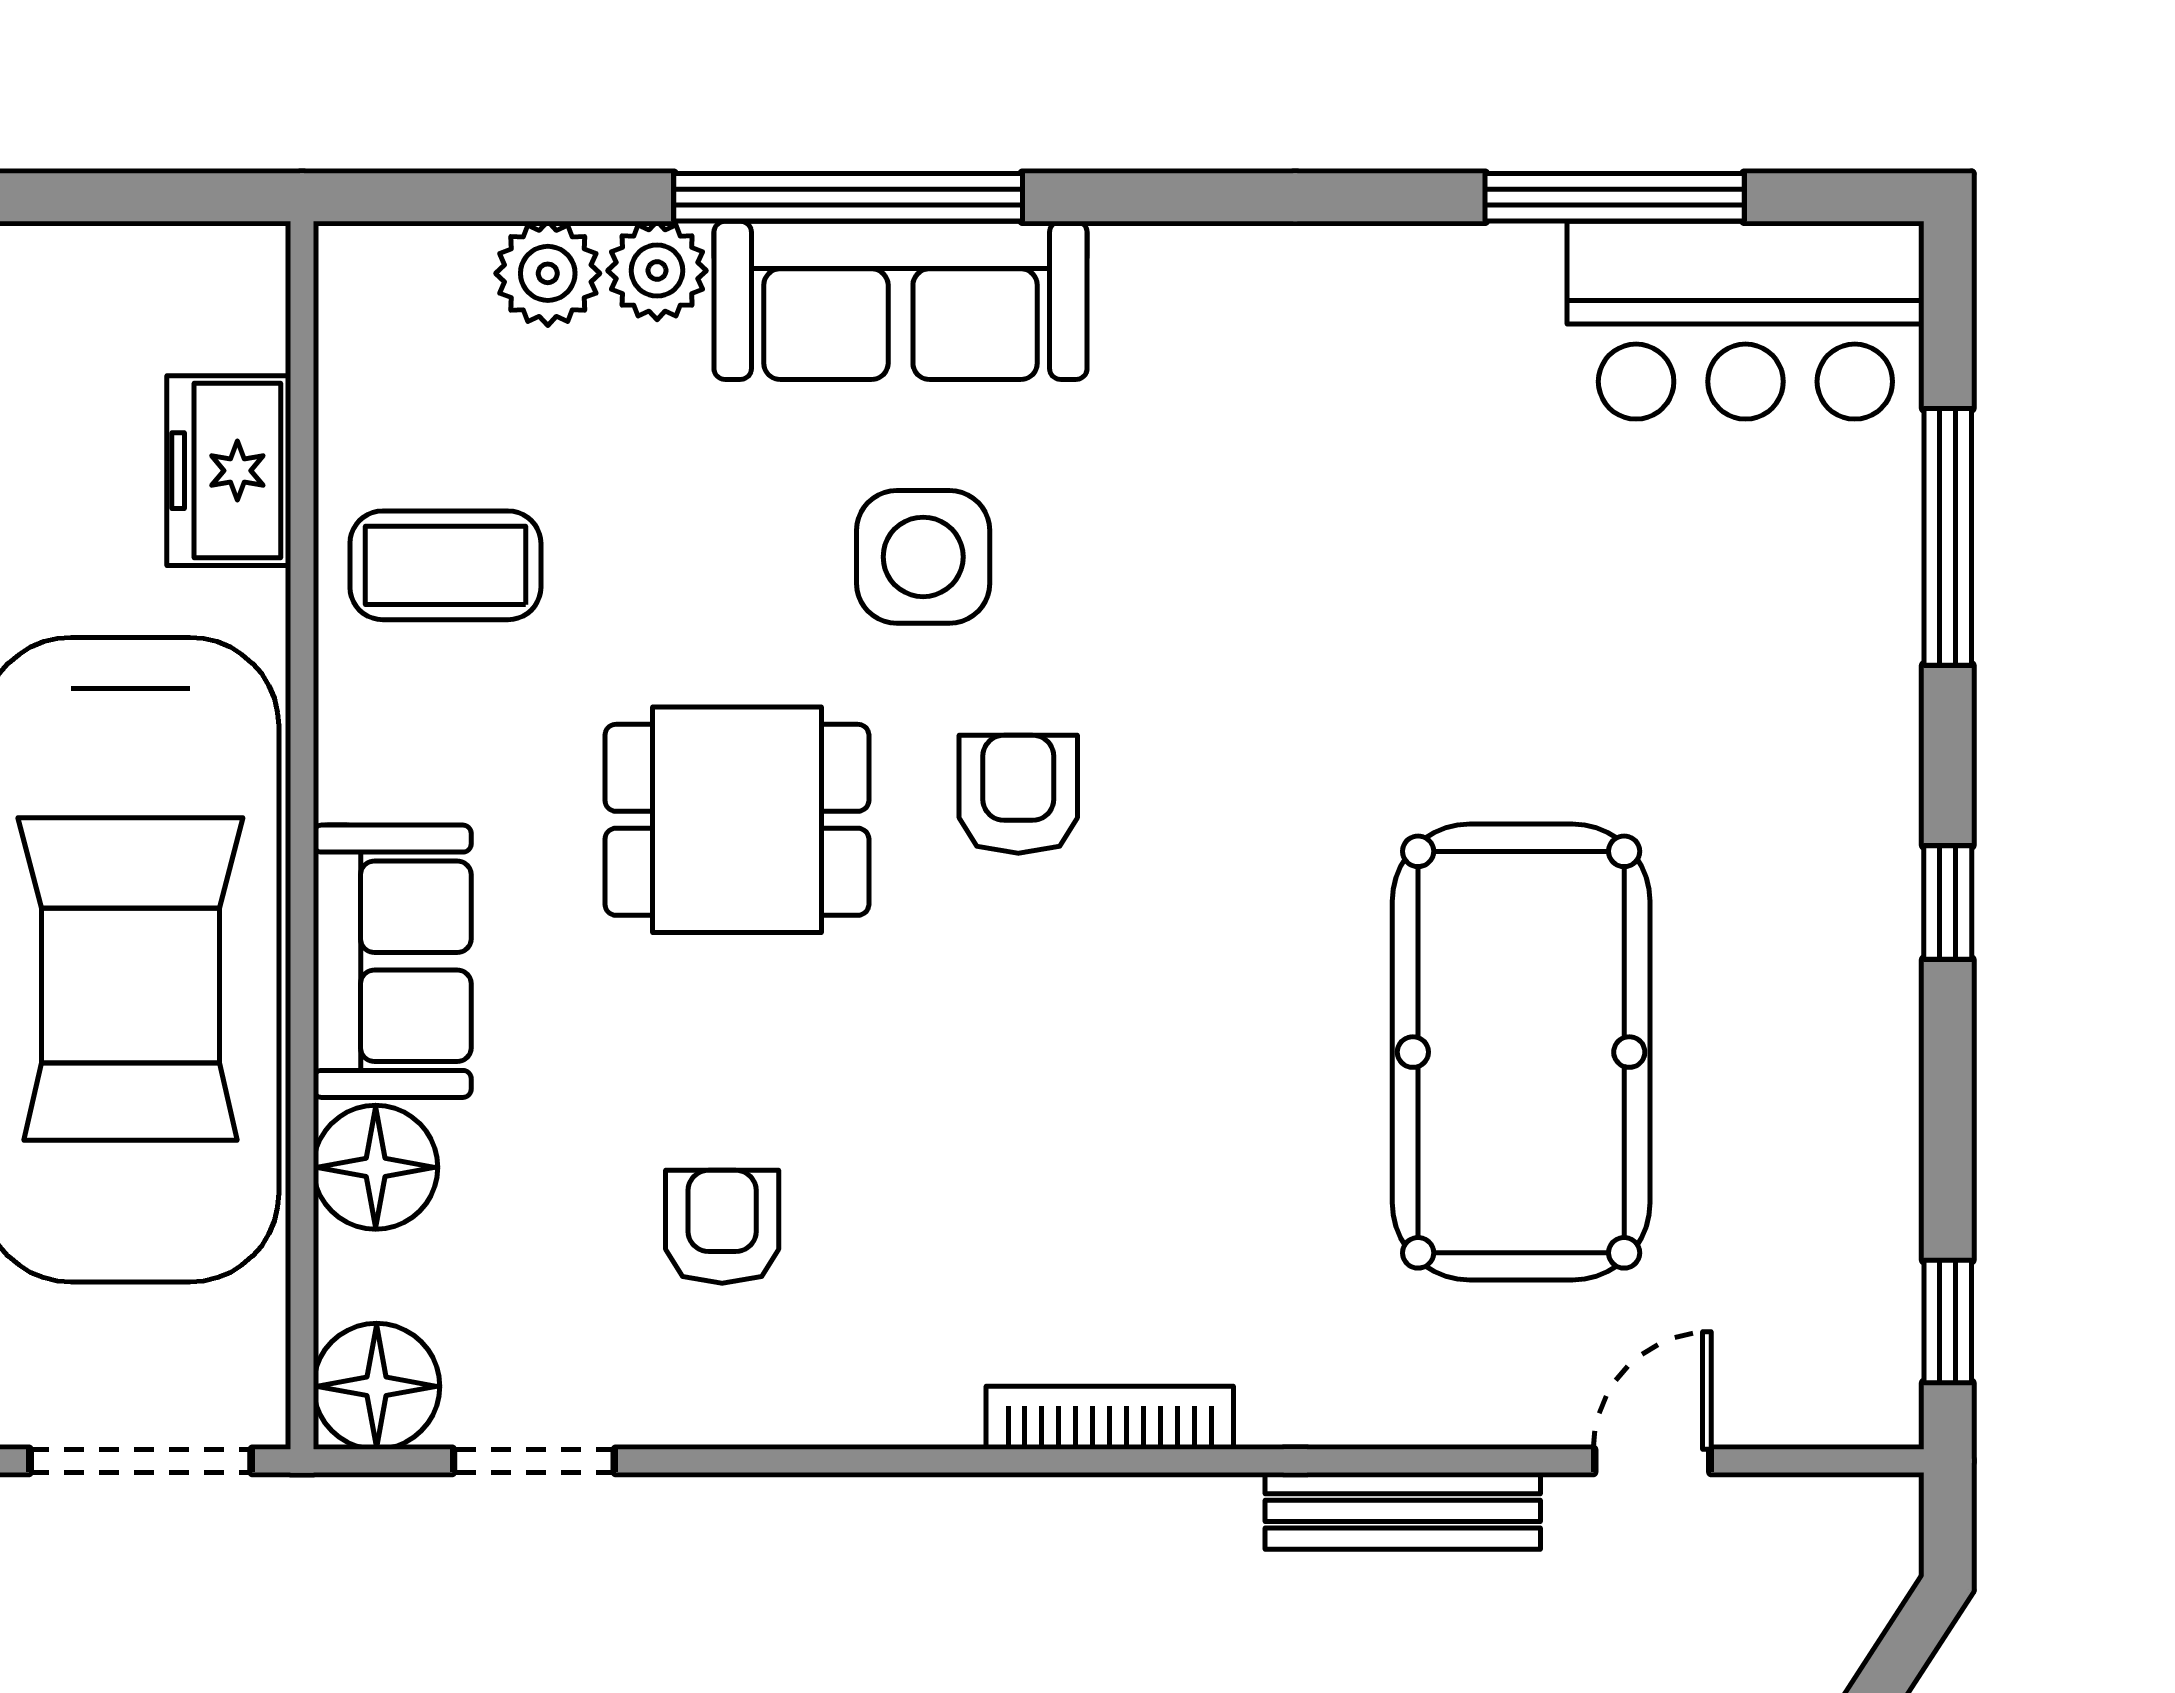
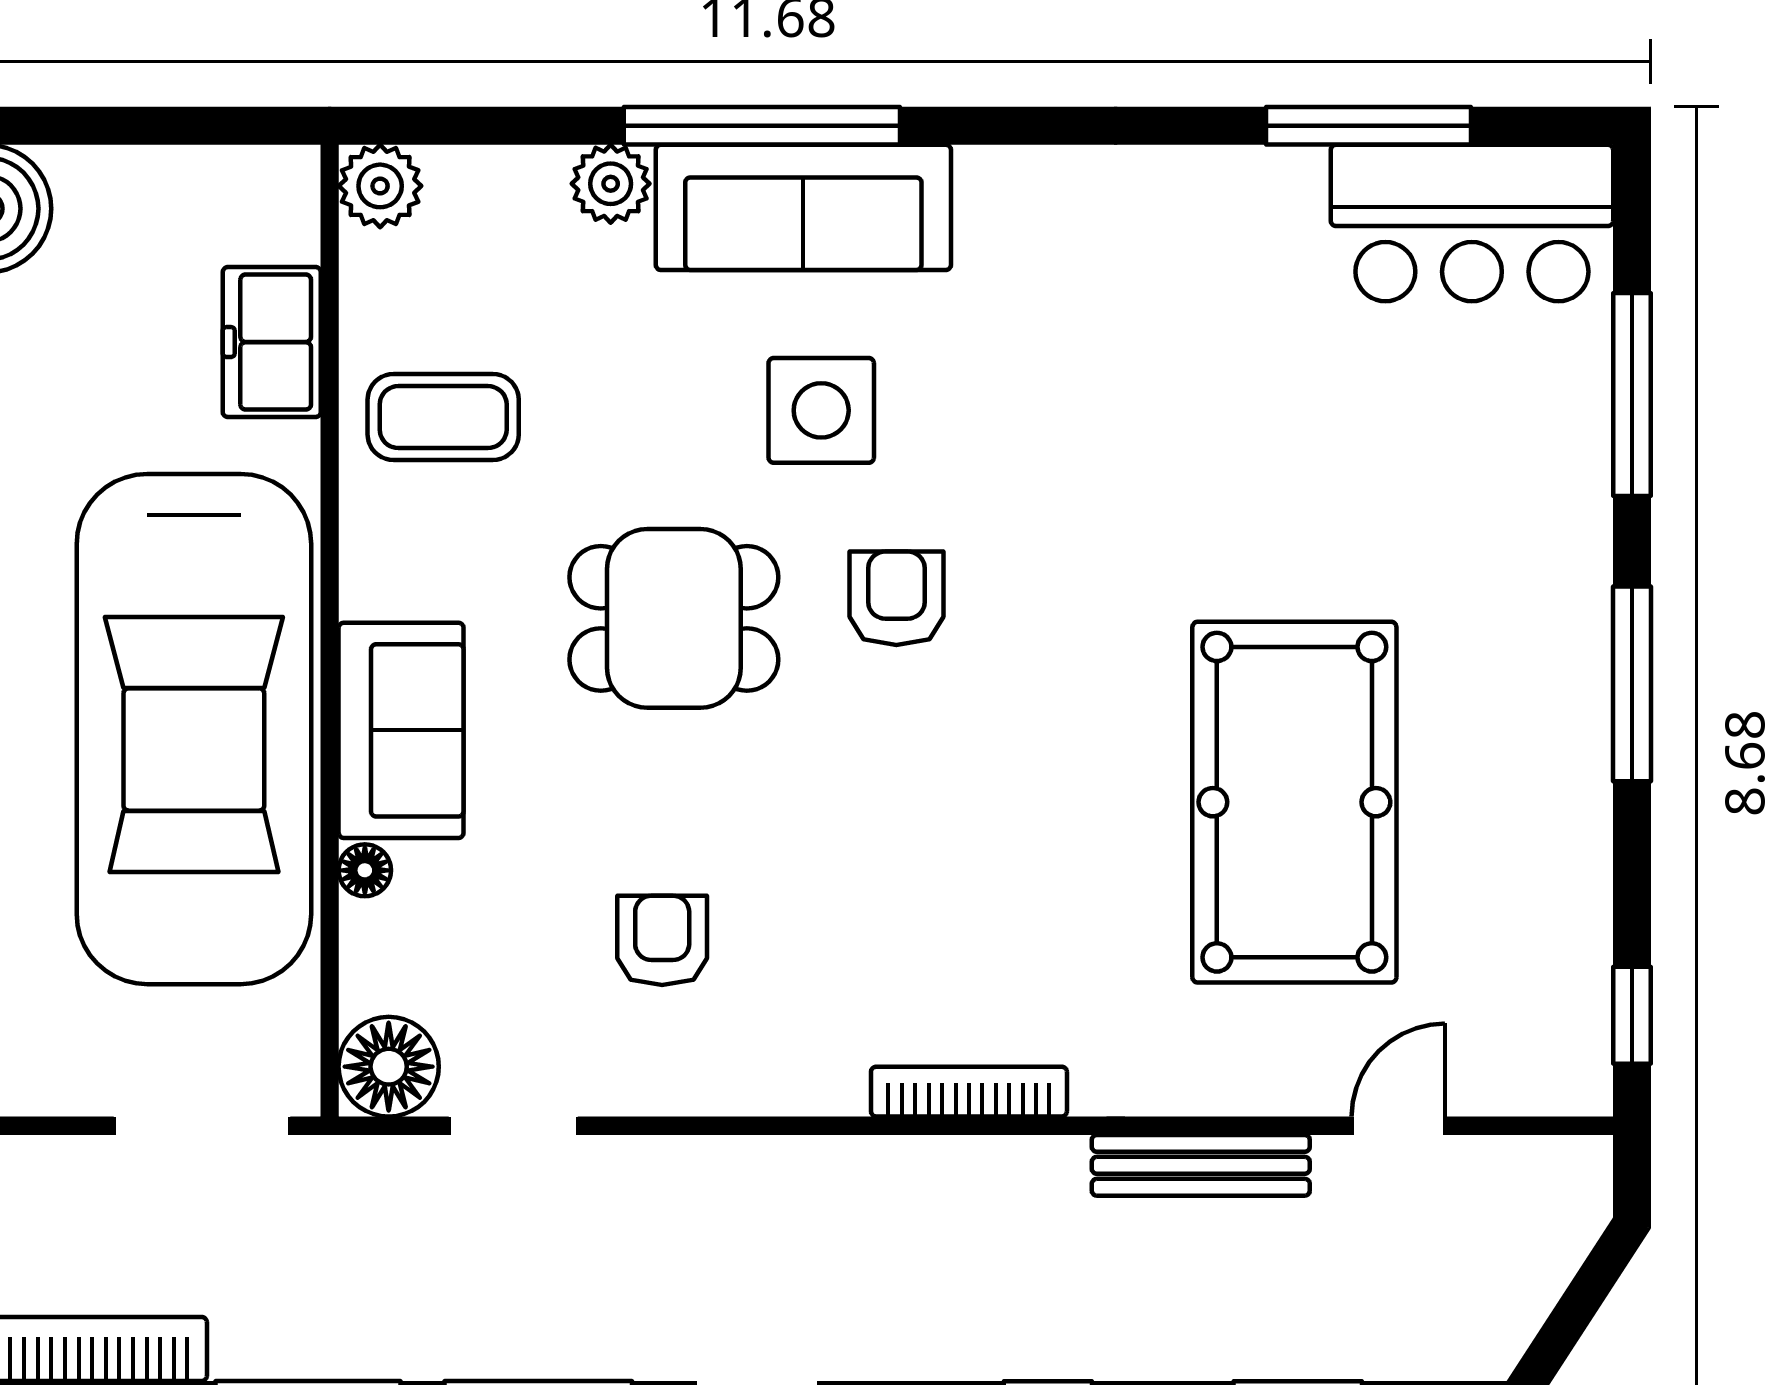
plant: (548, 273) -> (380, 186), moved
window: (1948, 902) -> (1632, 684), width x2.17
floor lamp: (376, 1167) -> (365, 870), width x0.53, depth x0.53

